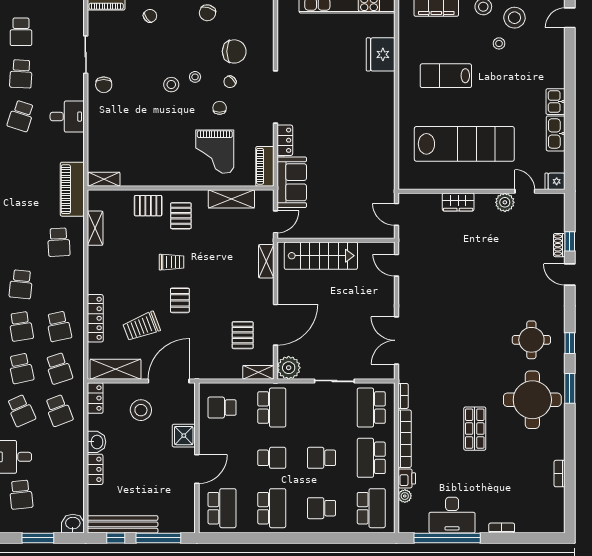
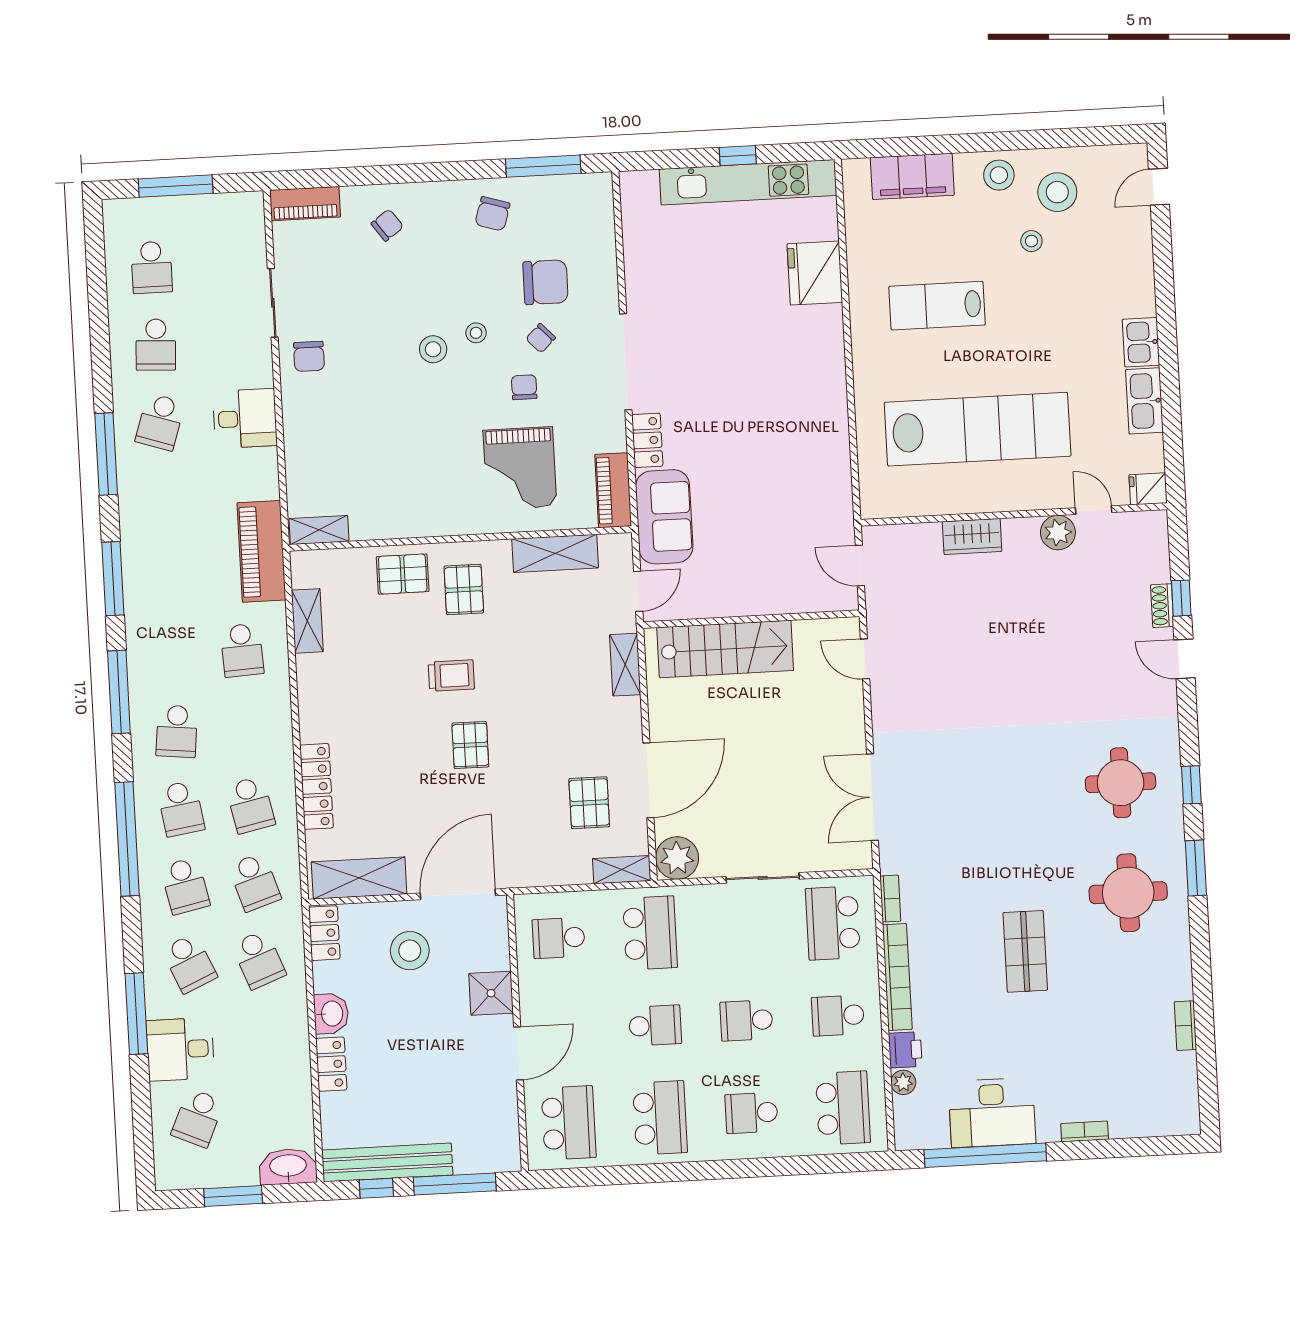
trolley: (141, 326) -> (402, 797), removed
round table: (532, 400) -> (1128, 893), width x0.73, depth x0.73
school desk: (371, 458) -> (838, 1015), width x0.54
school desk: (21, 495) -> (198, 1118), turned 30
washbasin: (73, 524) -> (288, 1167), width x1.38

